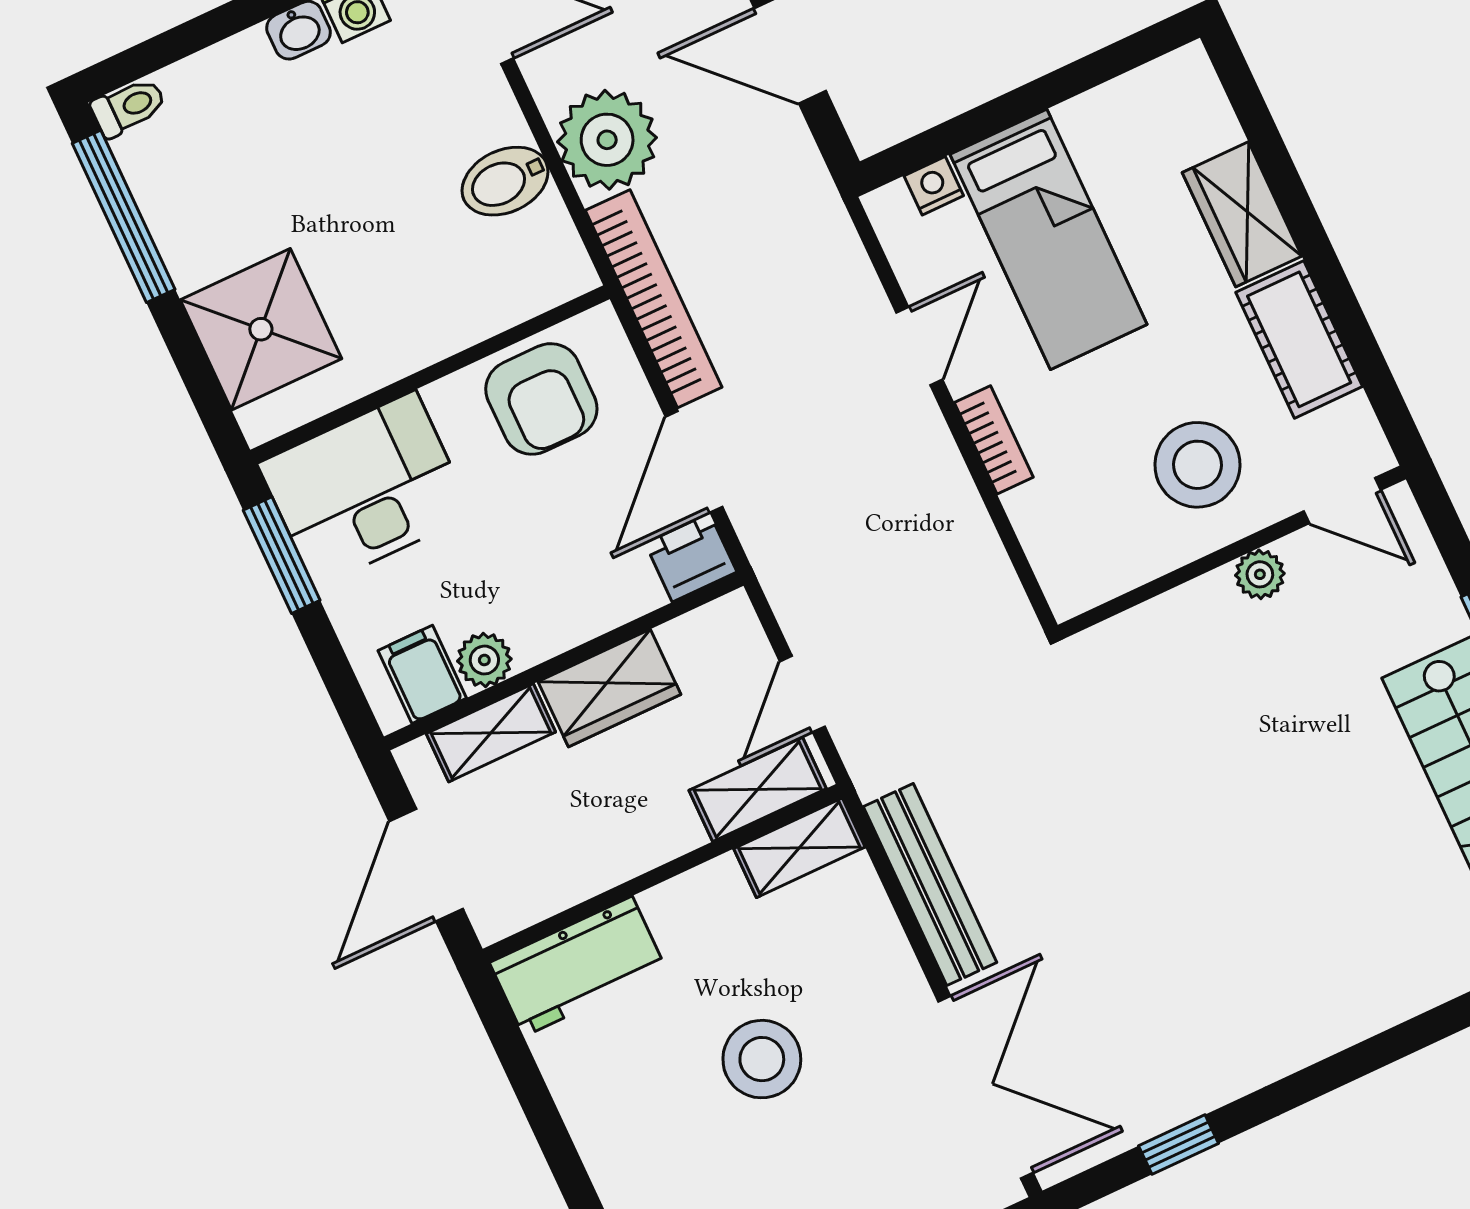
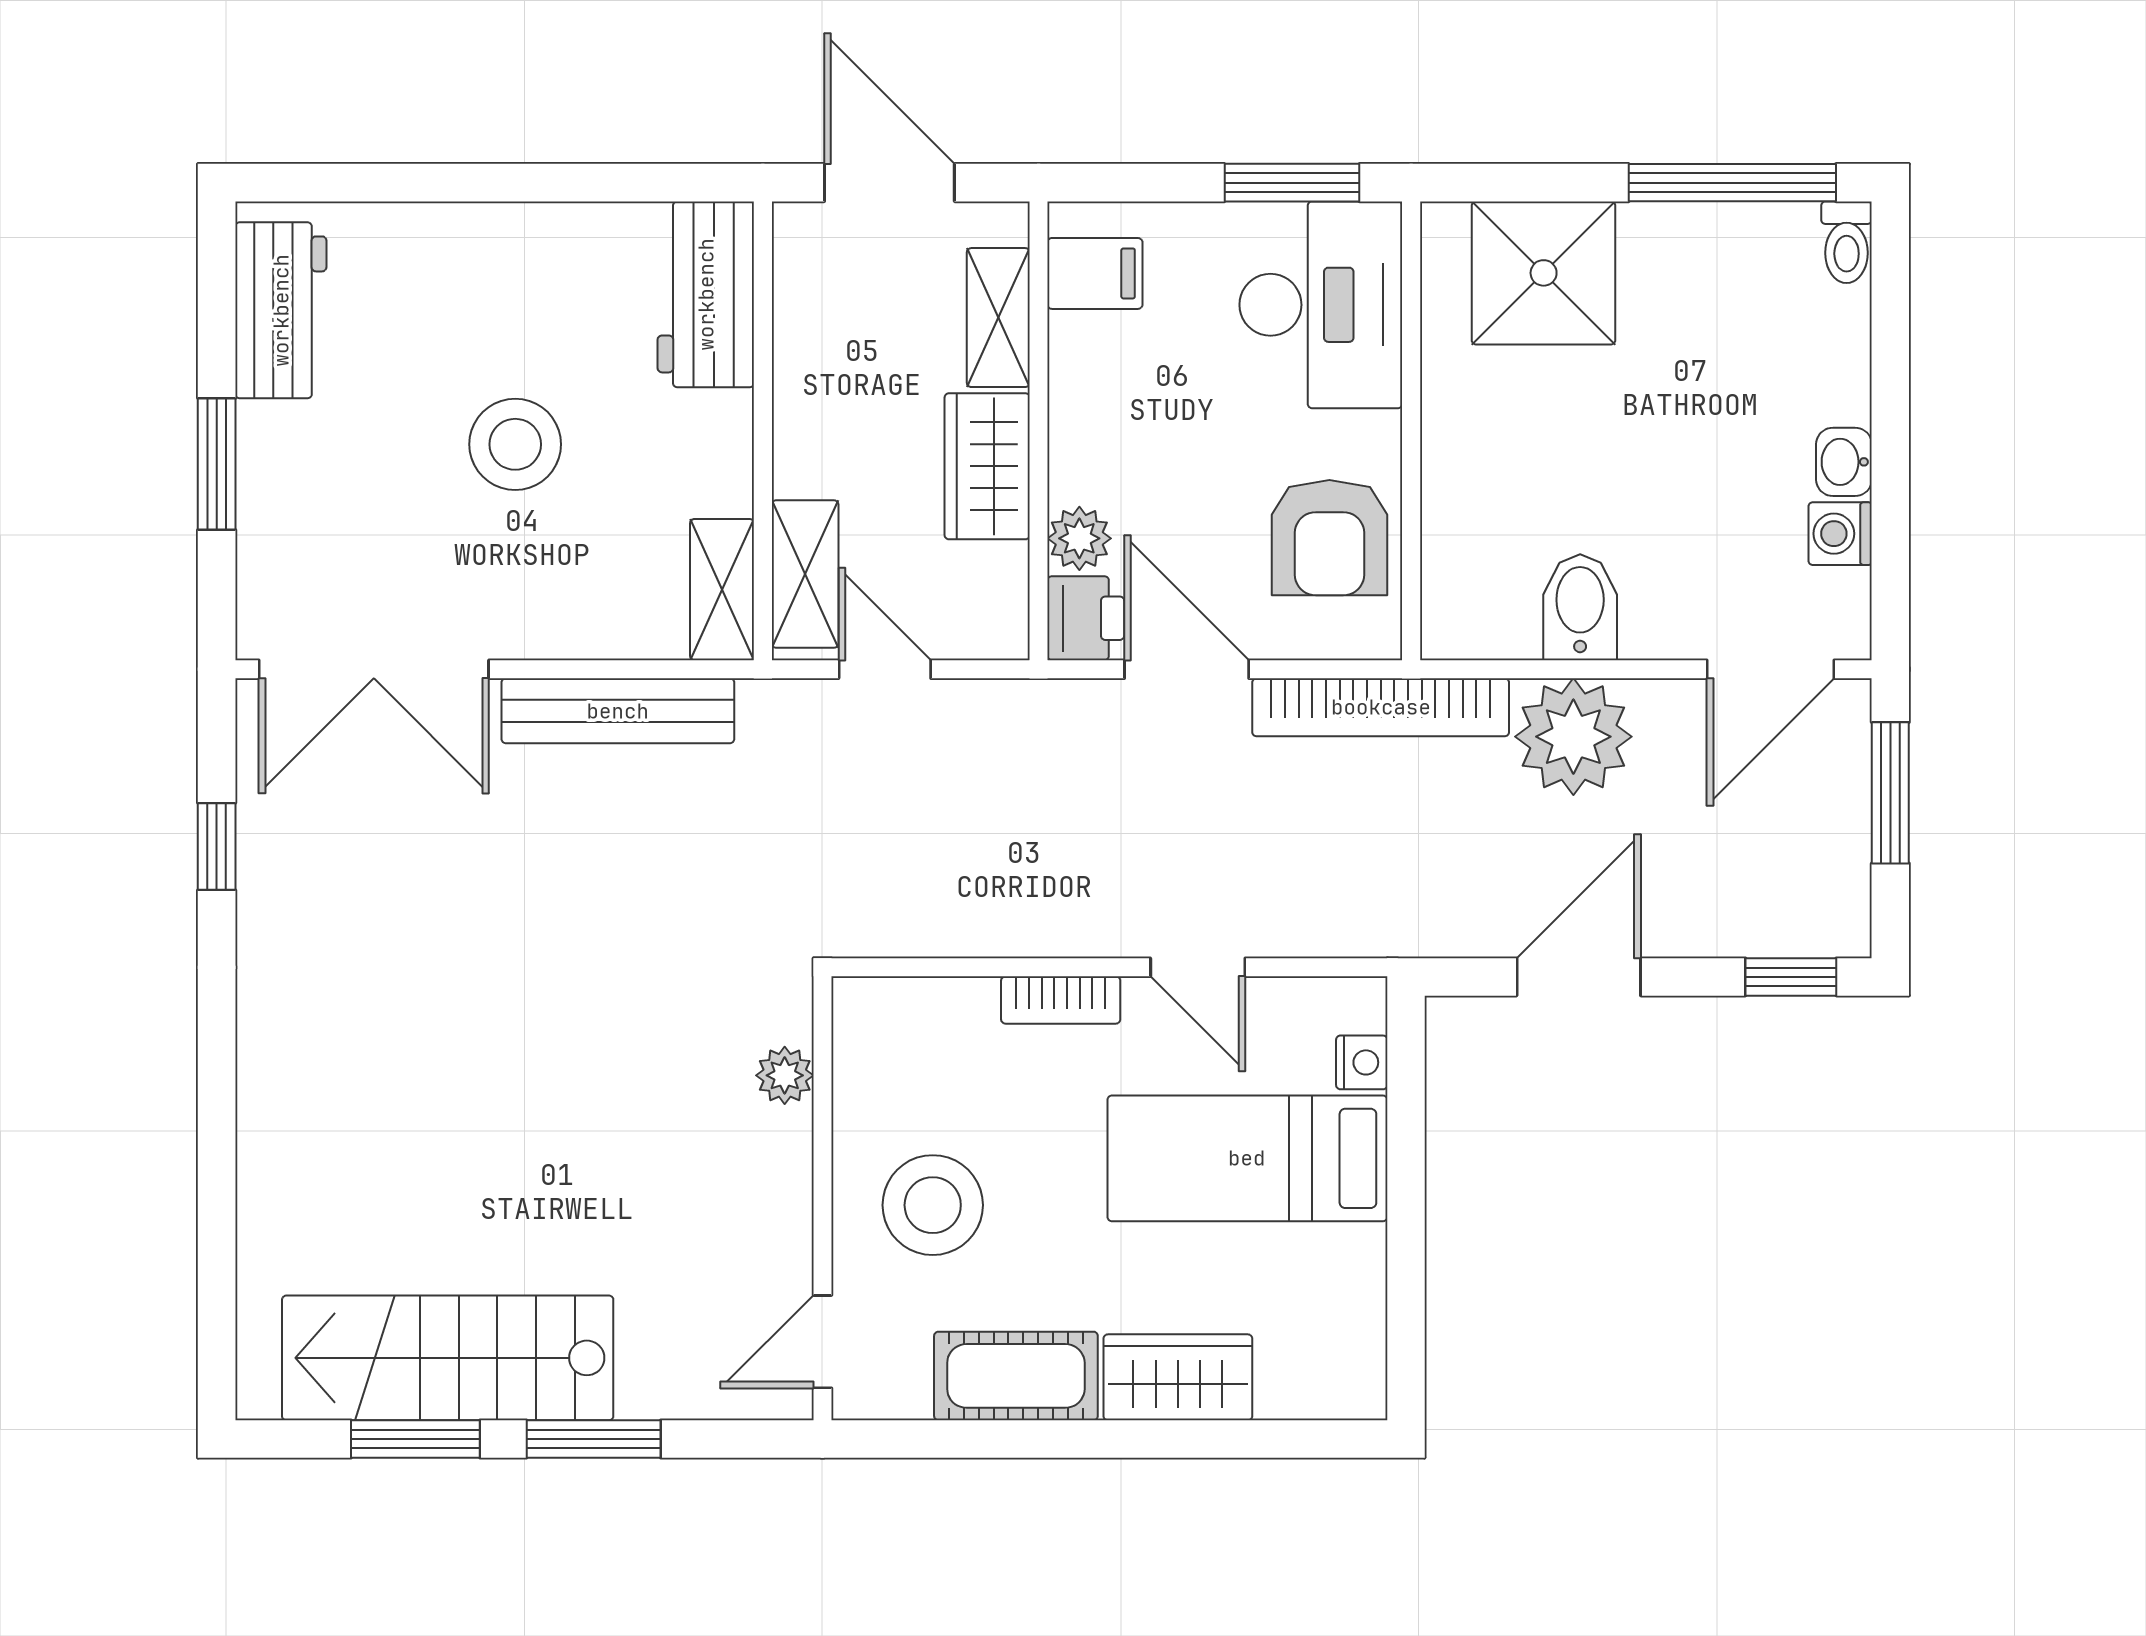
armchair: (541, 399) -> (1329, 538), turned -90
plant: (1260, 574) -> (785, 1075), moved
plant: (484, 660) -> (1079, 538), moved

